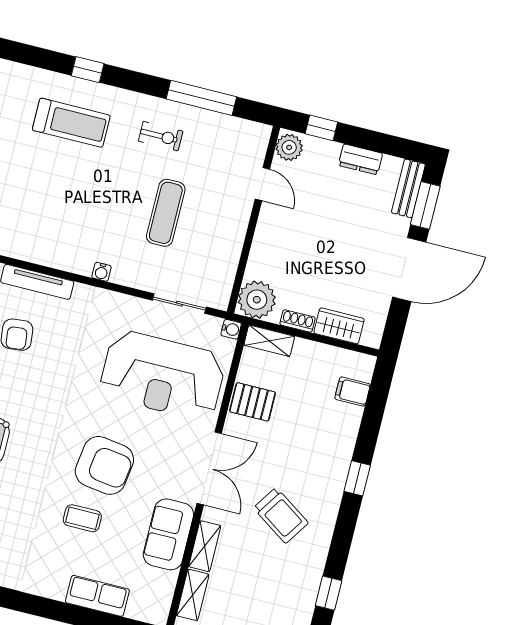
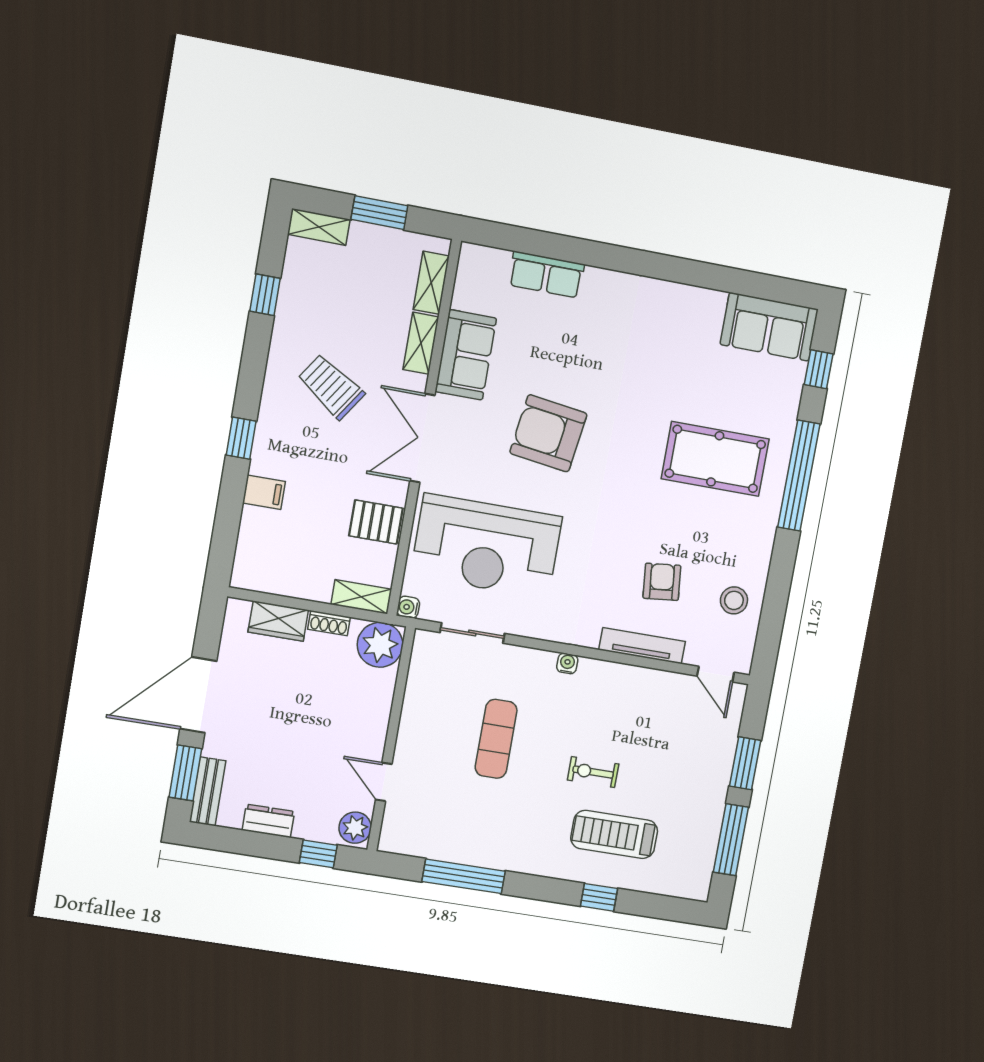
exercise bike: (161, 136) -> (593, 772), moved
reception desk: (163, 375) -> (486, 546), turned 180
filing cabinet: (353, 392) -> (264, 492), moved
coffee table: (82, 518) -> (571, 368), removed

